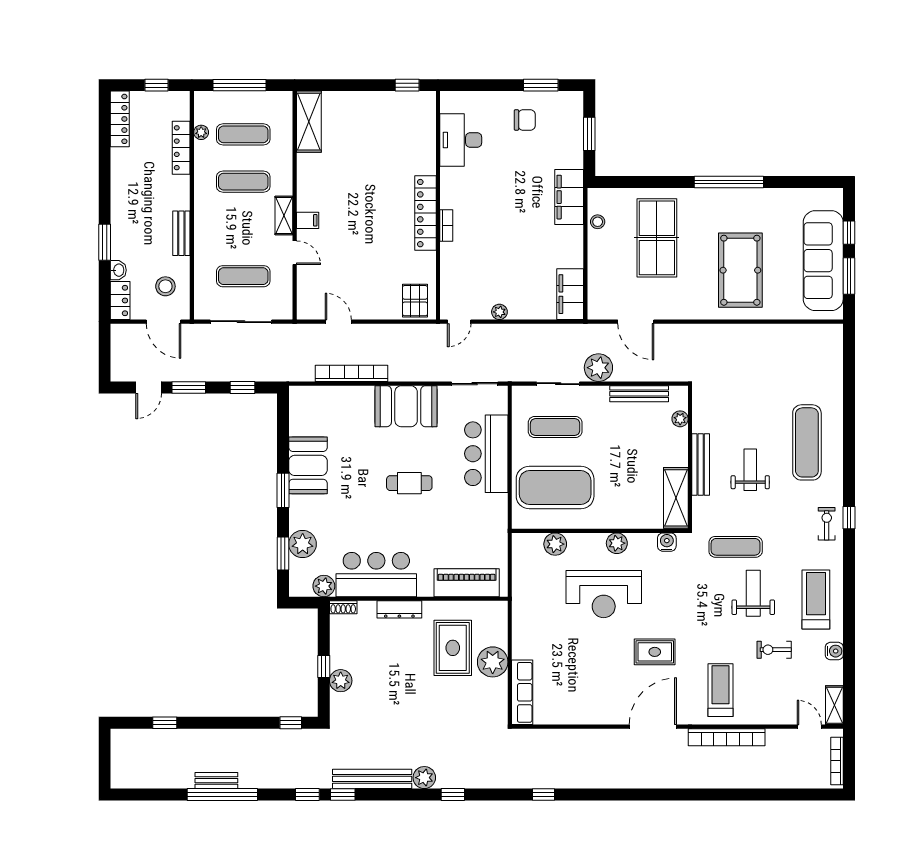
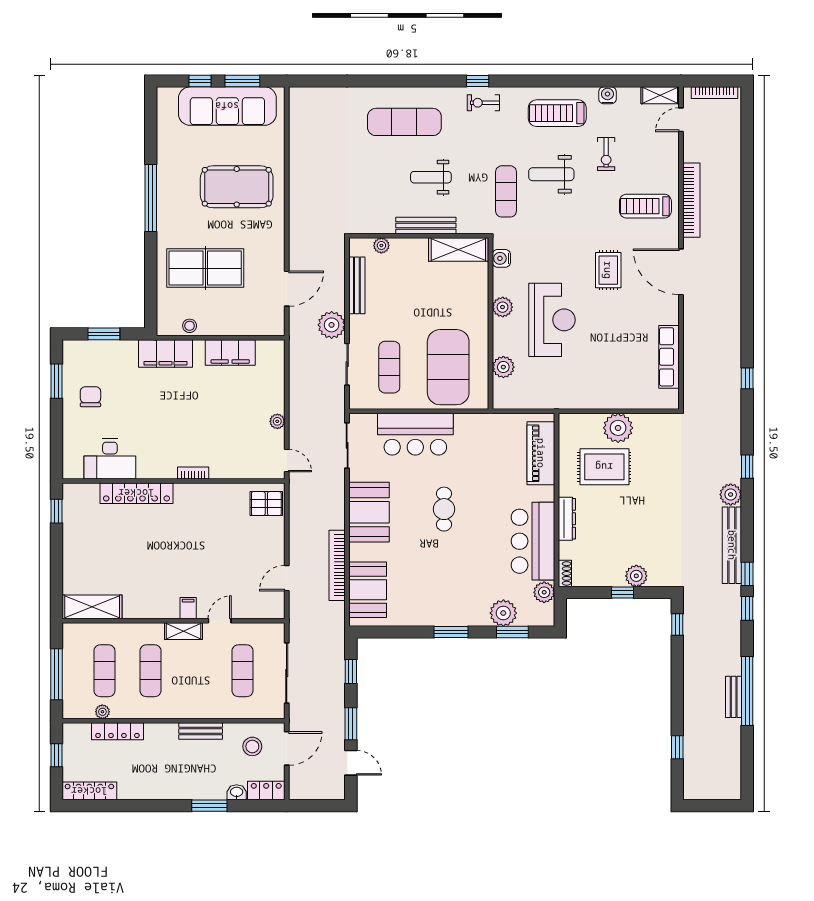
locker: (426, 213) -> (136, 493), moved
filing cabinet: (570, 294) -> (230, 352), moved
booth: (308, 465) -> (368, 590), moved, turned 90
row of seats: (522, 692) -> (669, 357), moved, turned -90

